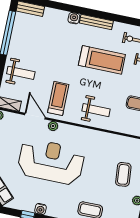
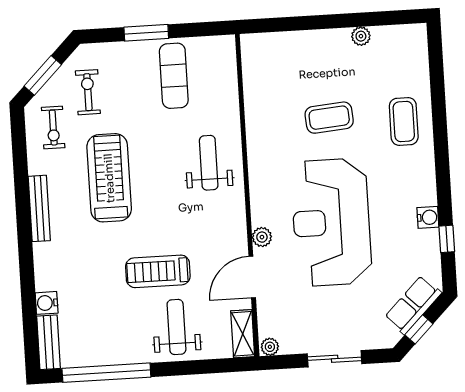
water cooler: (74, 18) -> (47, 303), moved
treadmill: (58, 98) -> (158, 271), moved
coffee table: (123, 174) -> (329, 118), moved

